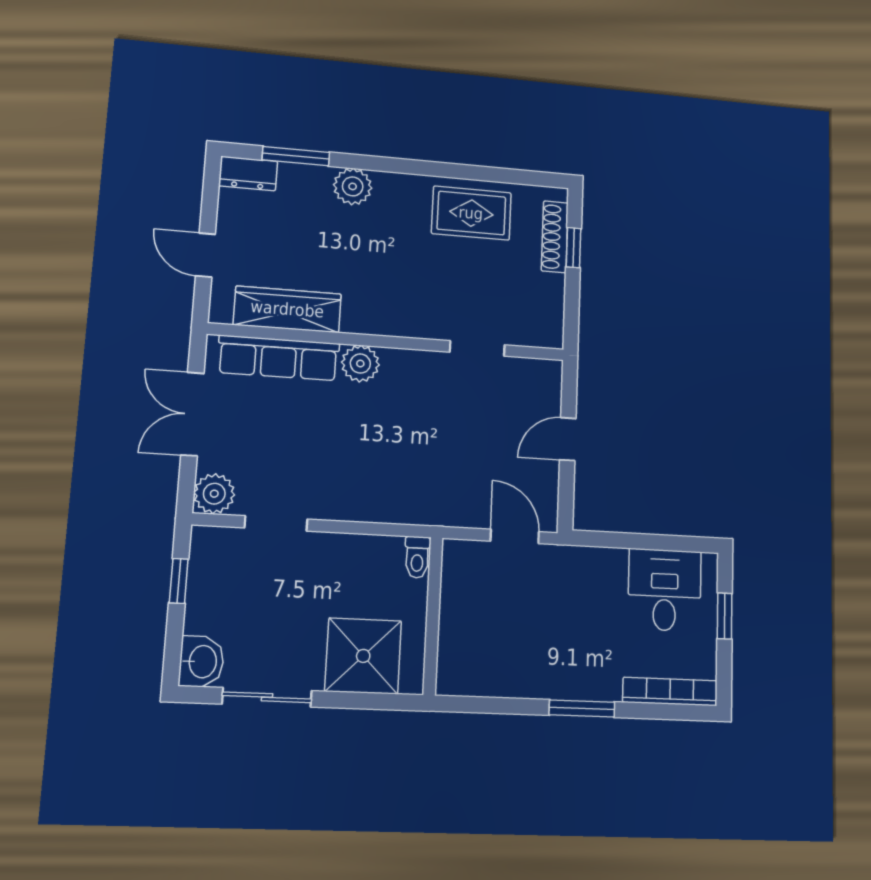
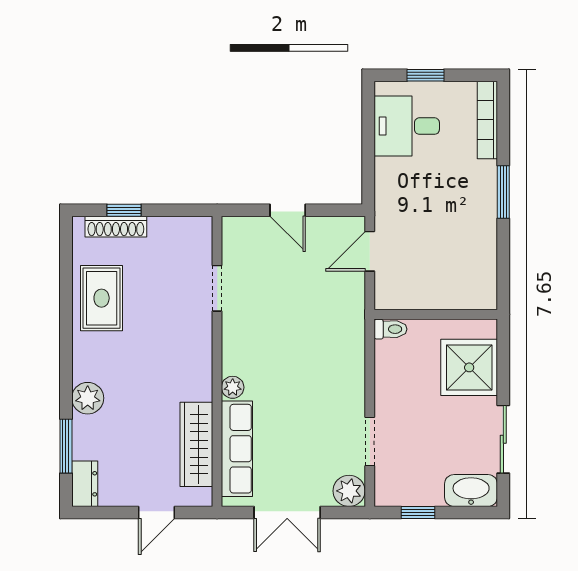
plant: (360, 364) -> (233, 387), width x0.73, depth x0.73
washbasin: (202, 662) -> (471, 491), width x1.38

